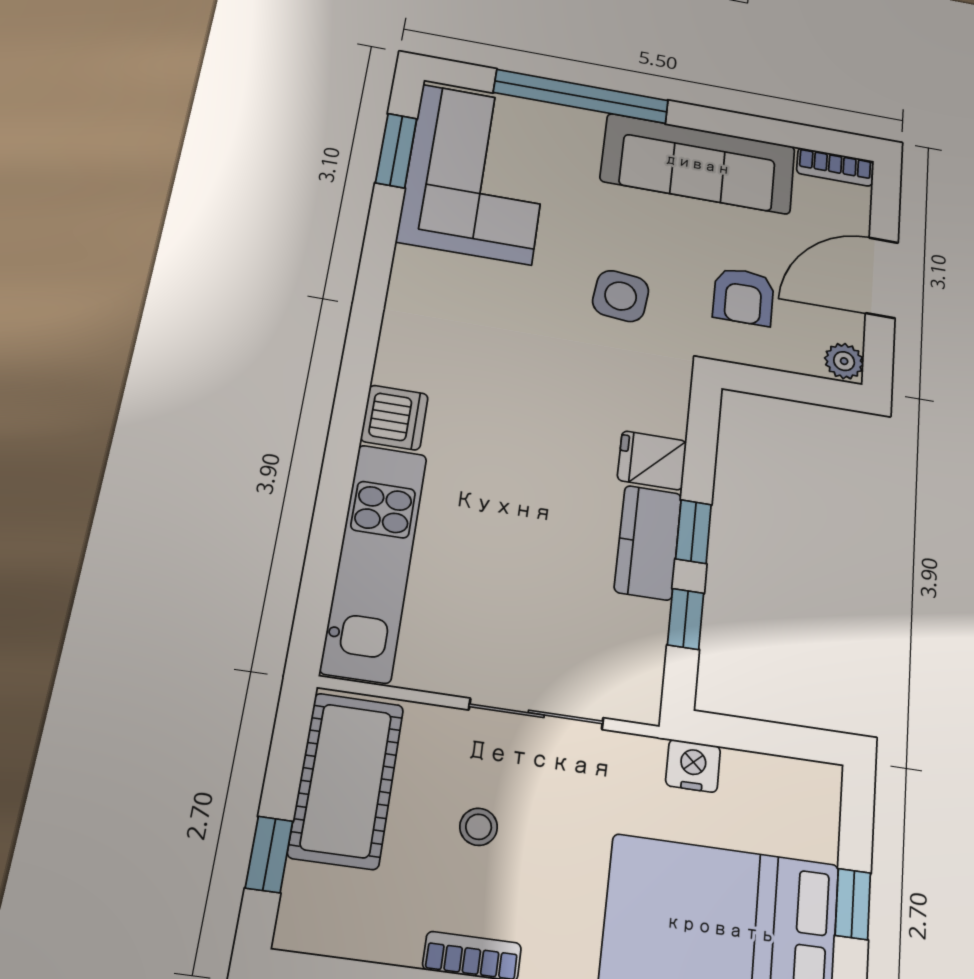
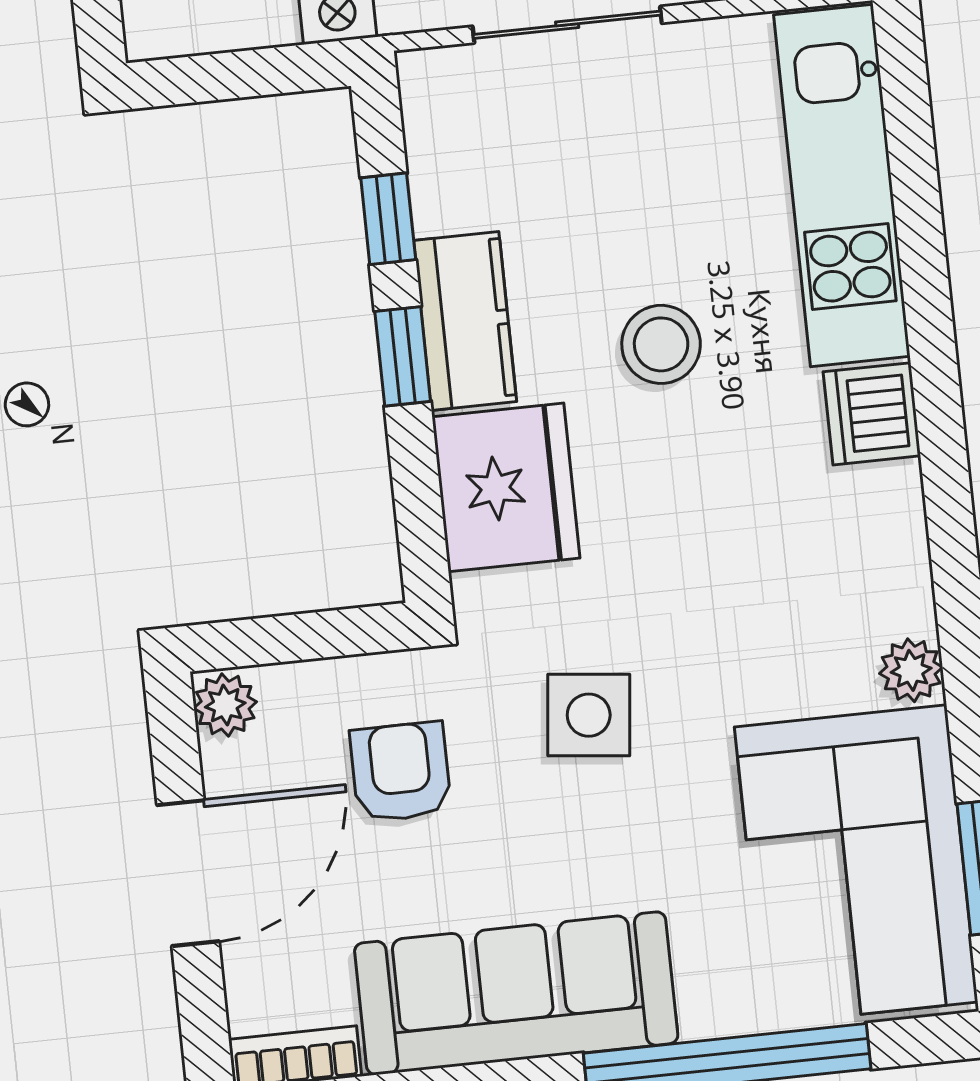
plant: (412, 266) -> (911, 670), added
fridge: (652, 460) -> (506, 487), width x1.88, depth x1.34
stool: (522, 495) -> (661, 344), added

